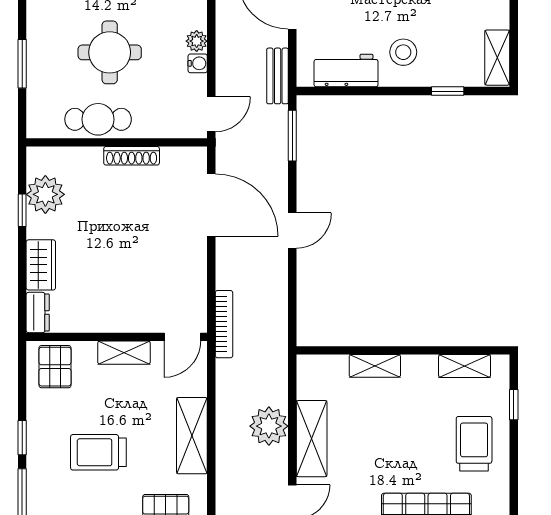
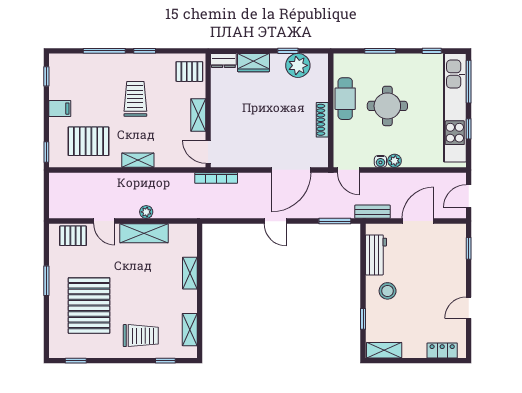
plant: (269, 426) -> (146, 212), width x0.53, depth x0.53
shelving: (192, 436) -> (138, 160), width x0.67, depth x0.75

